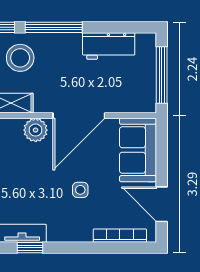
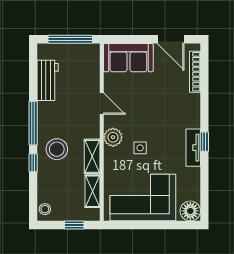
door: (79, 116) -> (102, 104), width x0.53
side table: (80, 190) -> (140, 148), moved
door: (162, 204) -> (171, 39), hinge flipped

